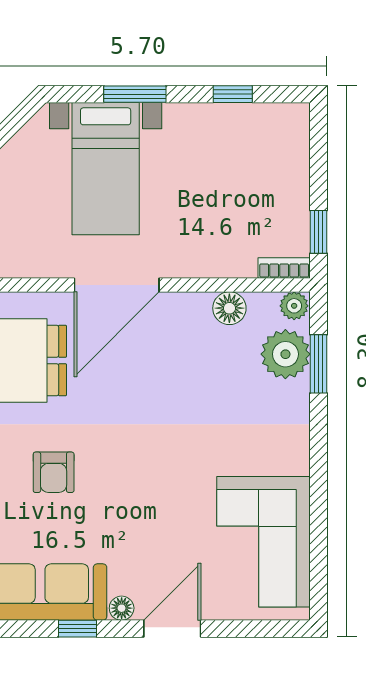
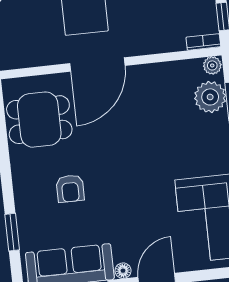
floor lamp: (229, 308) -> (171, 71), removed

